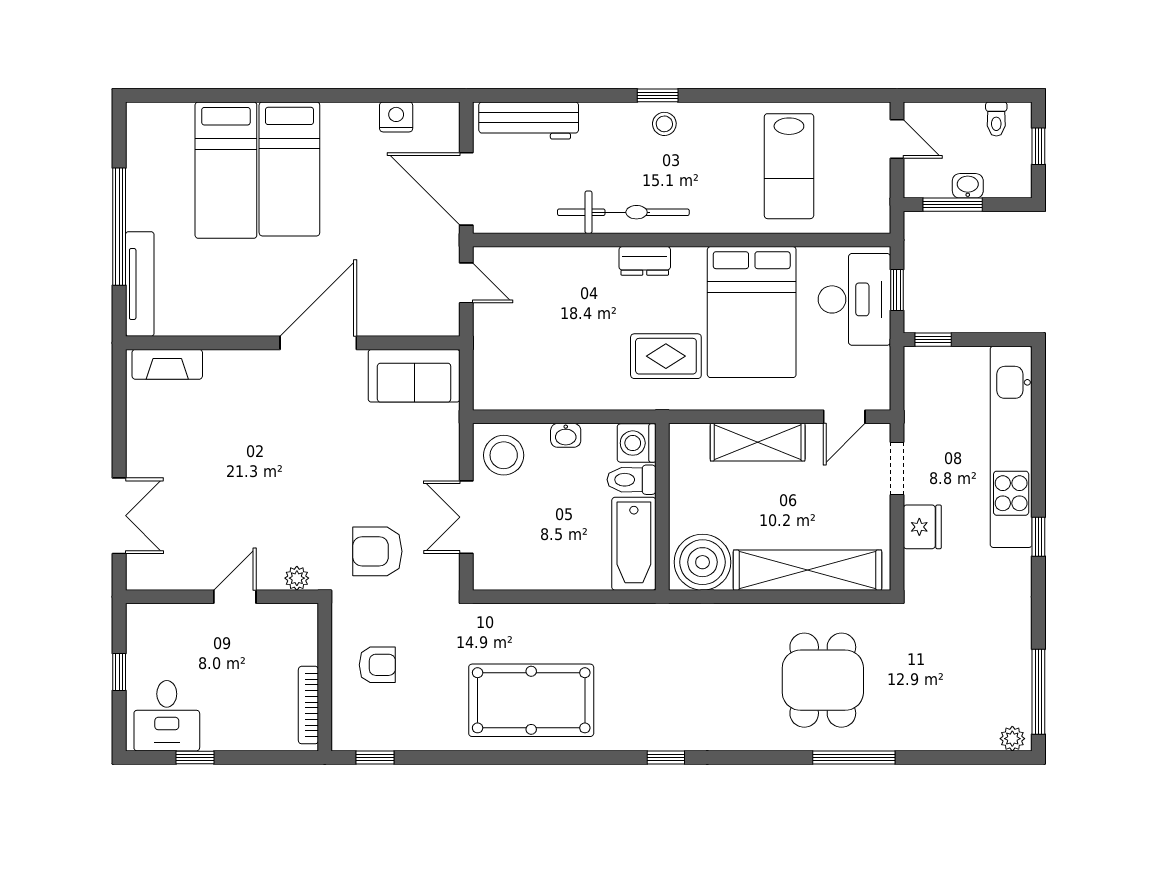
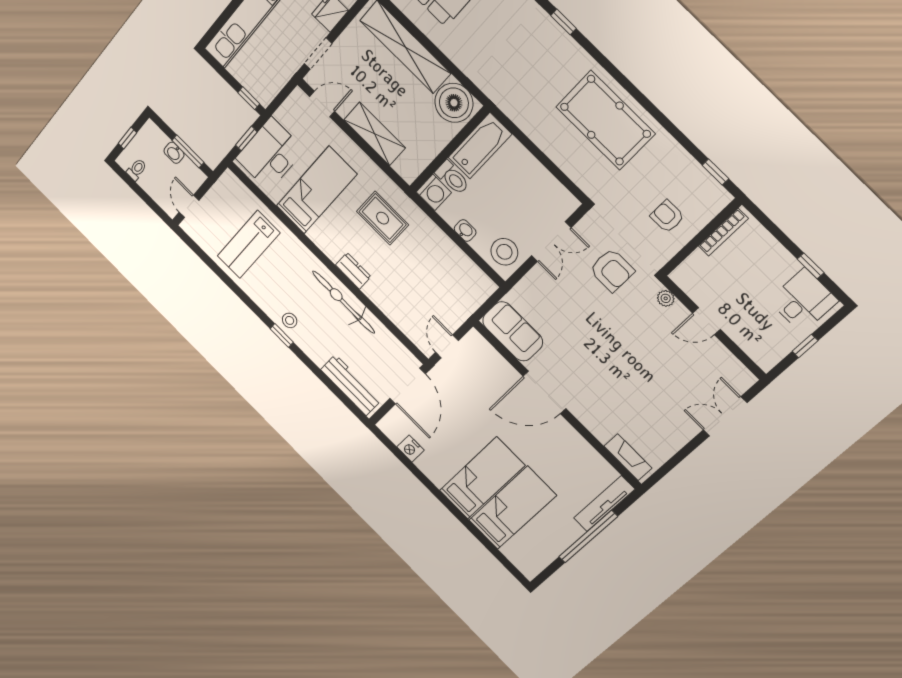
lab bench: (789, 166) -> (249, 244), turned 180
bed: (752, 312) -> (317, 190), width x0.67

